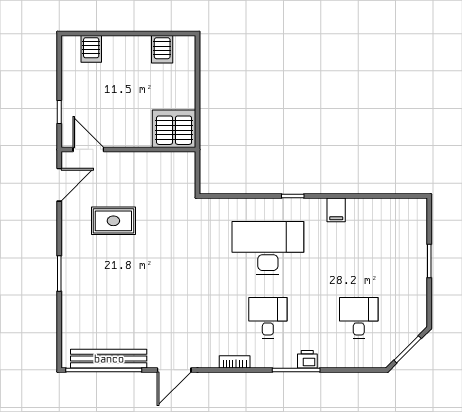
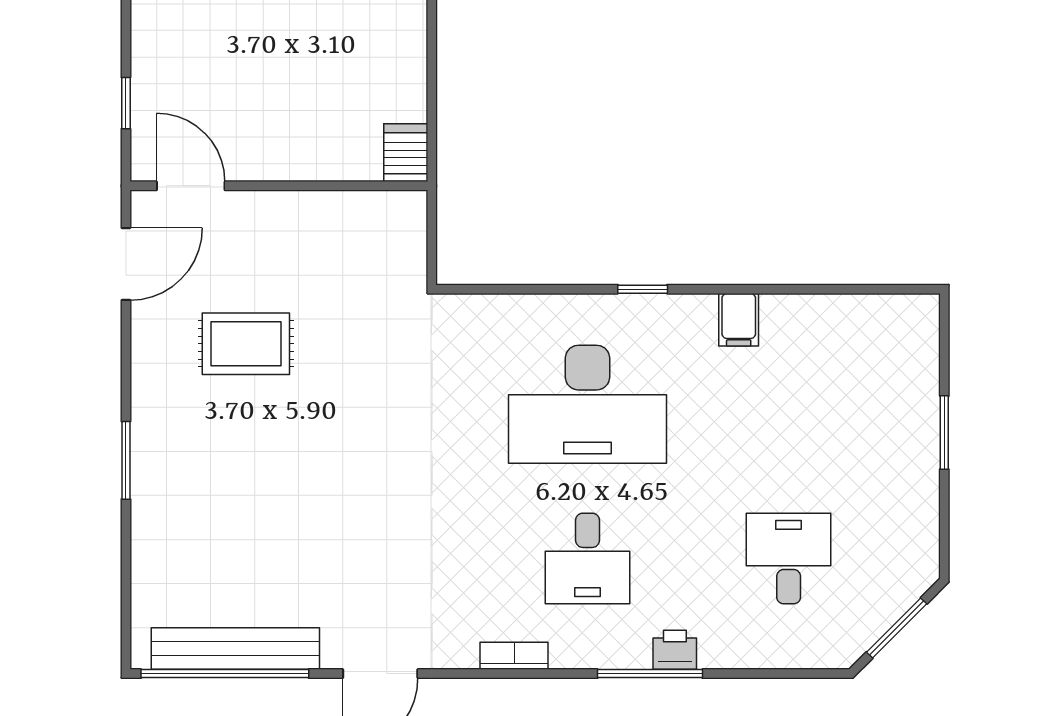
server rack: (174, 129) -> (406, 153), width x0.46, depth x0.70
desk: (268, 248) -> (588, 404), turned 180
desk: (268, 318) -> (588, 558), turned 180

